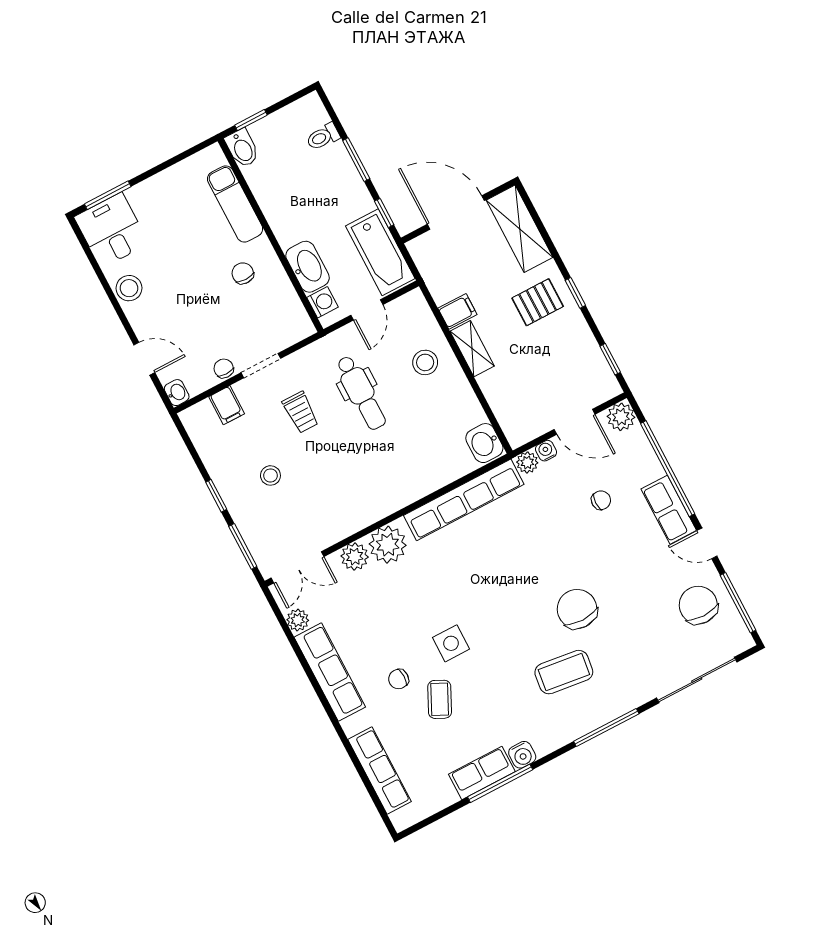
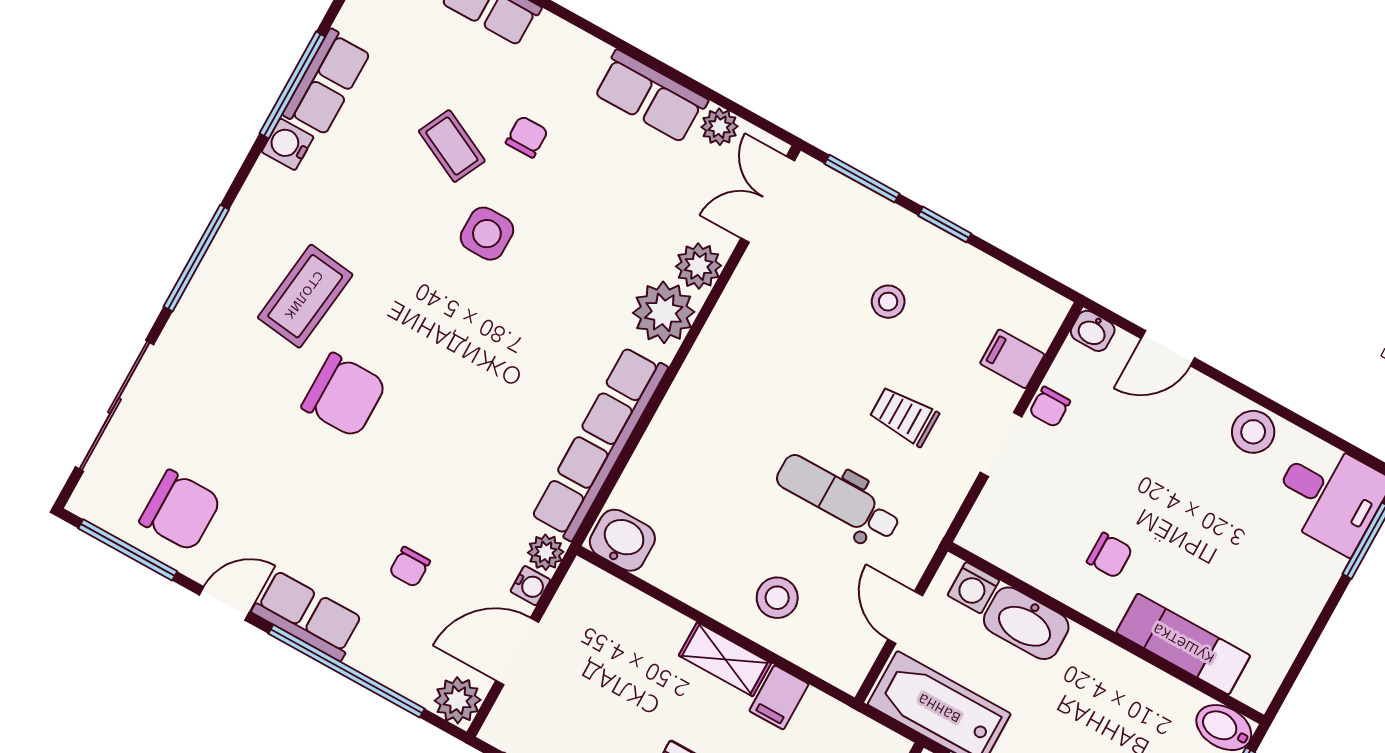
chair: (224, 368) -> (1050, 407), turned 90
row of seats: (330, 672) -> (650, 96), width x0.68

